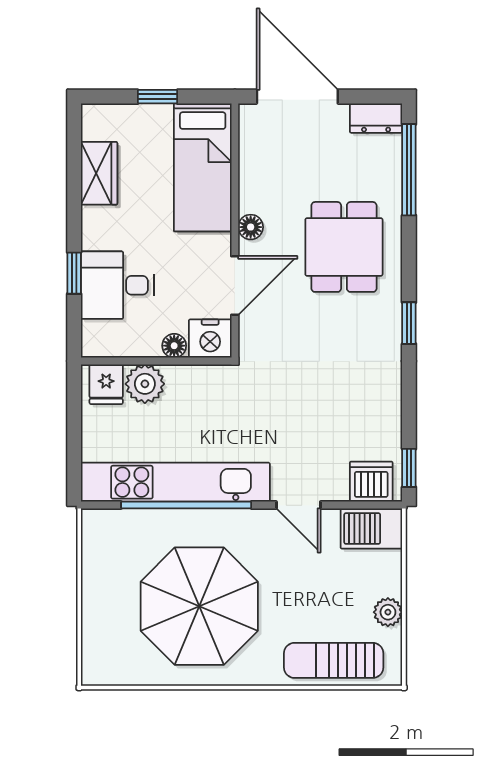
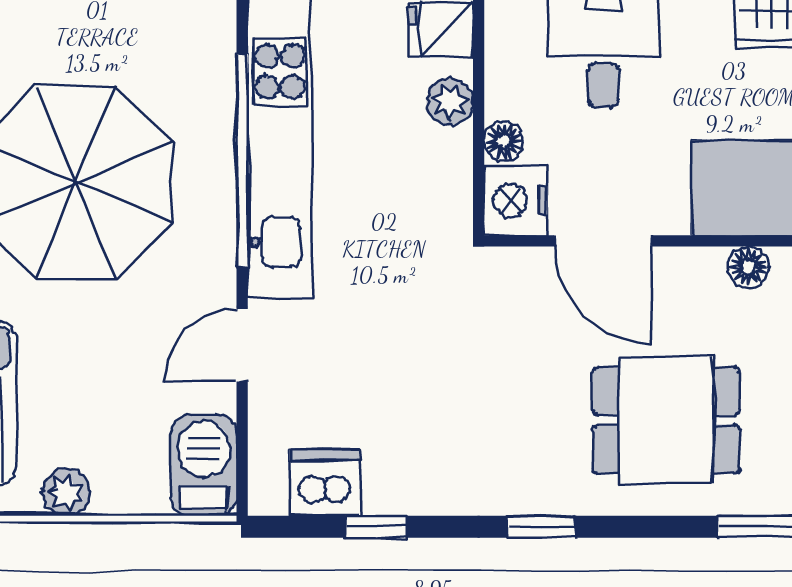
floor lamp: (251, 227) -> (748, 267), moved
plant: (145, 384) -> (450, 102), width x0.73, depth x0.73
window: (409, 468) -> (377, 527), moved
dishwasher: (371, 482) -> (325, 483), moved, turned -90

